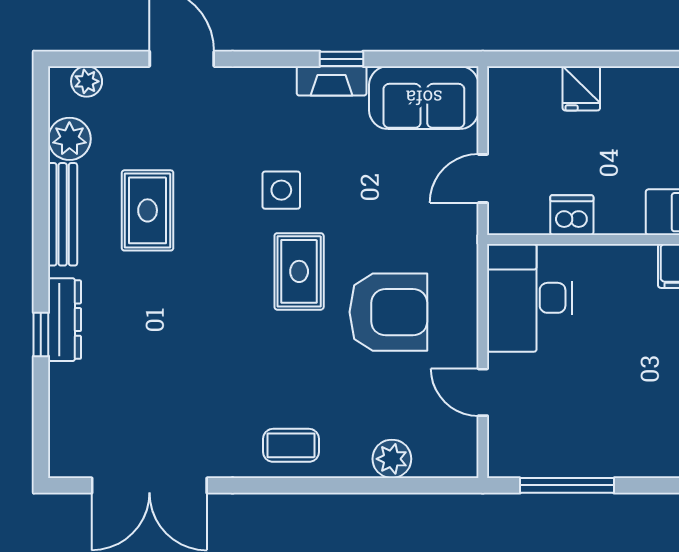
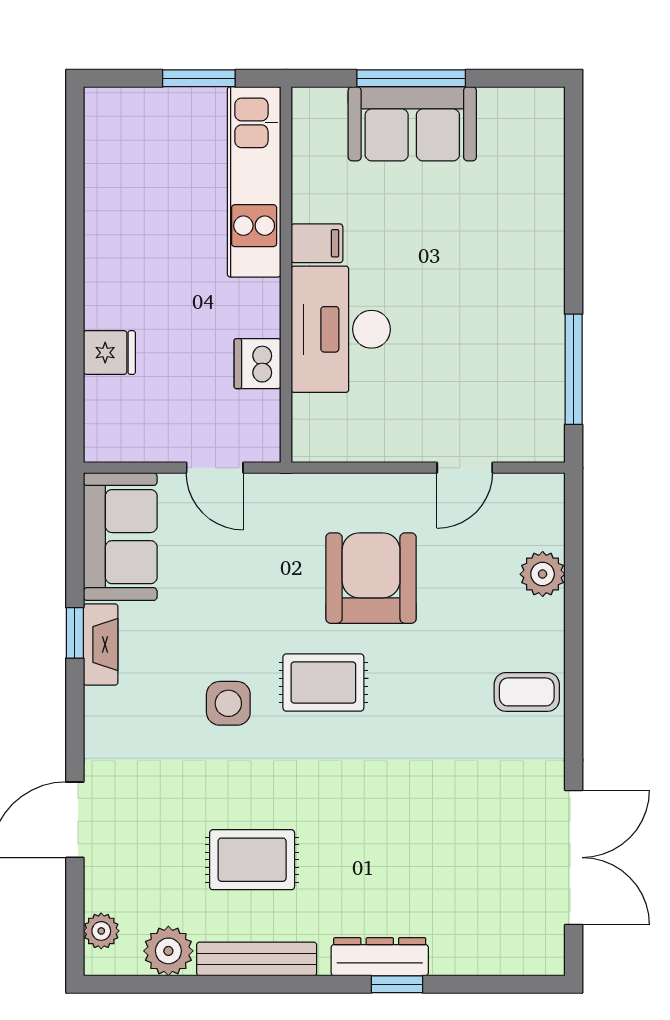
desk: (530, 298) -> (341, 329), moved, turned 90
coffee table: (291, 445) -> (527, 692), turned 90

